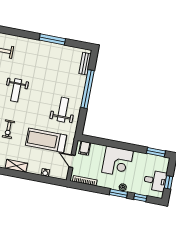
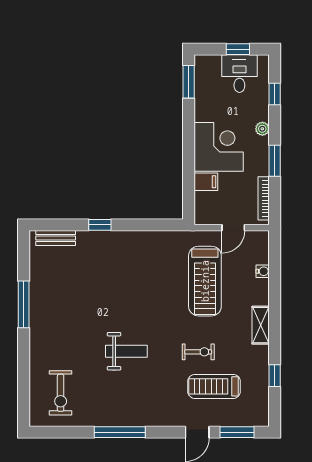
window: (87, 89) -> (100, 225), width x0.32
weight bench: (63, 110) -> (145, 262), removed
filing cabinet: (85, 148) -> (206, 182), moved
window: (118, 193) -> (275, 161), moved

